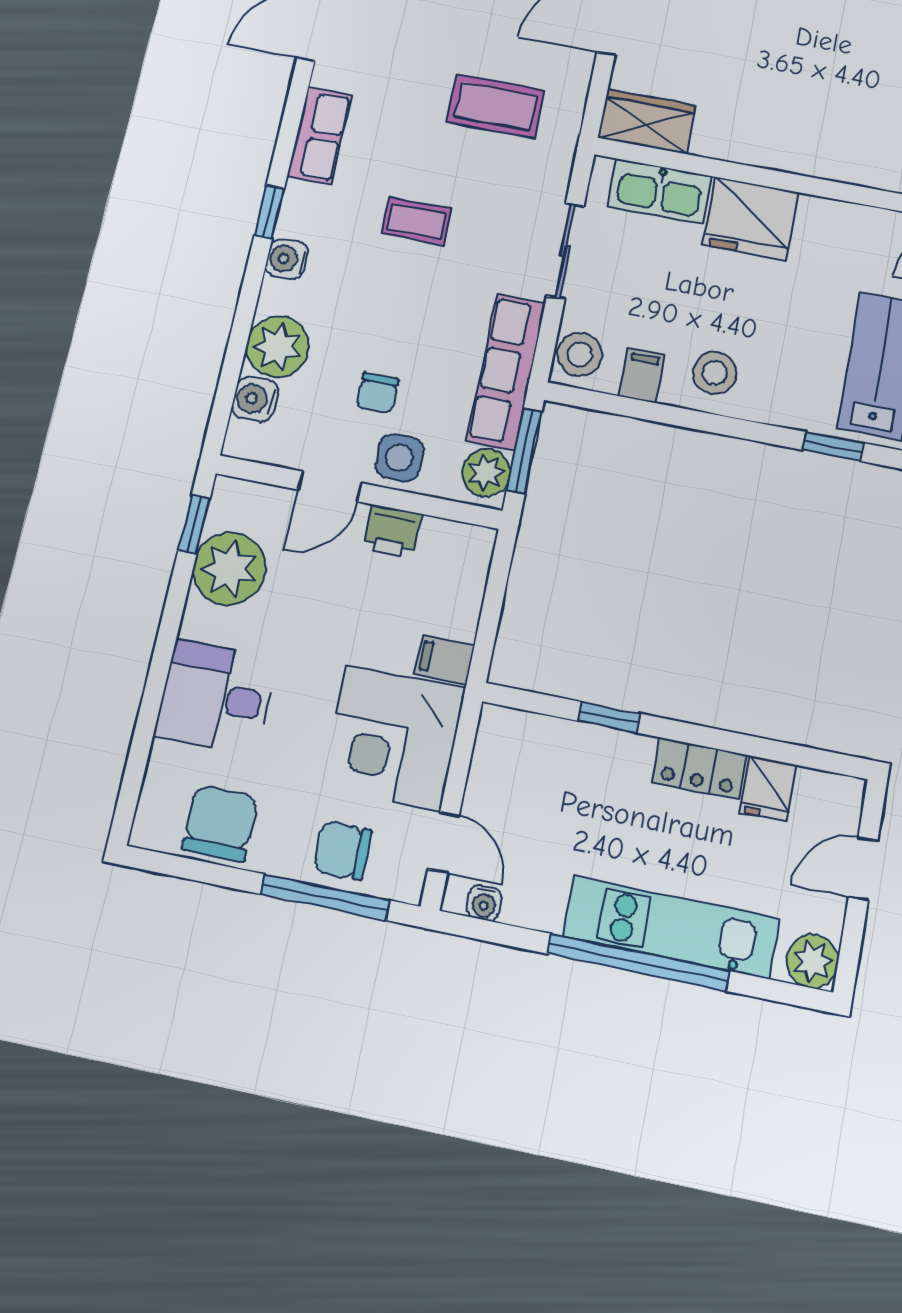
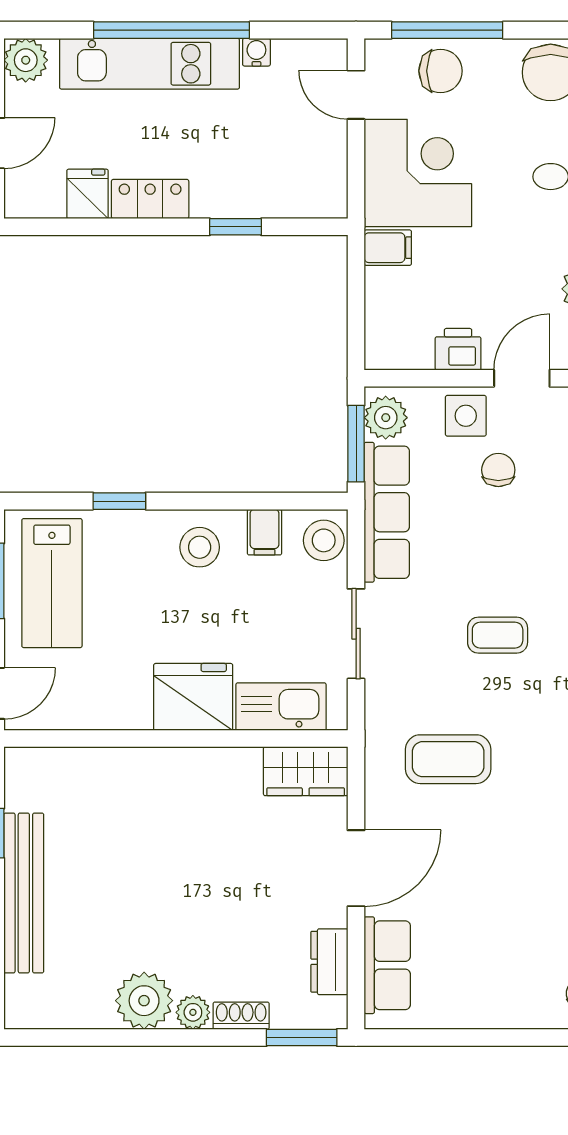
window: (833, 447) -> (119, 501), moved
water cooler: (484, 903) -> (256, 52), moved

